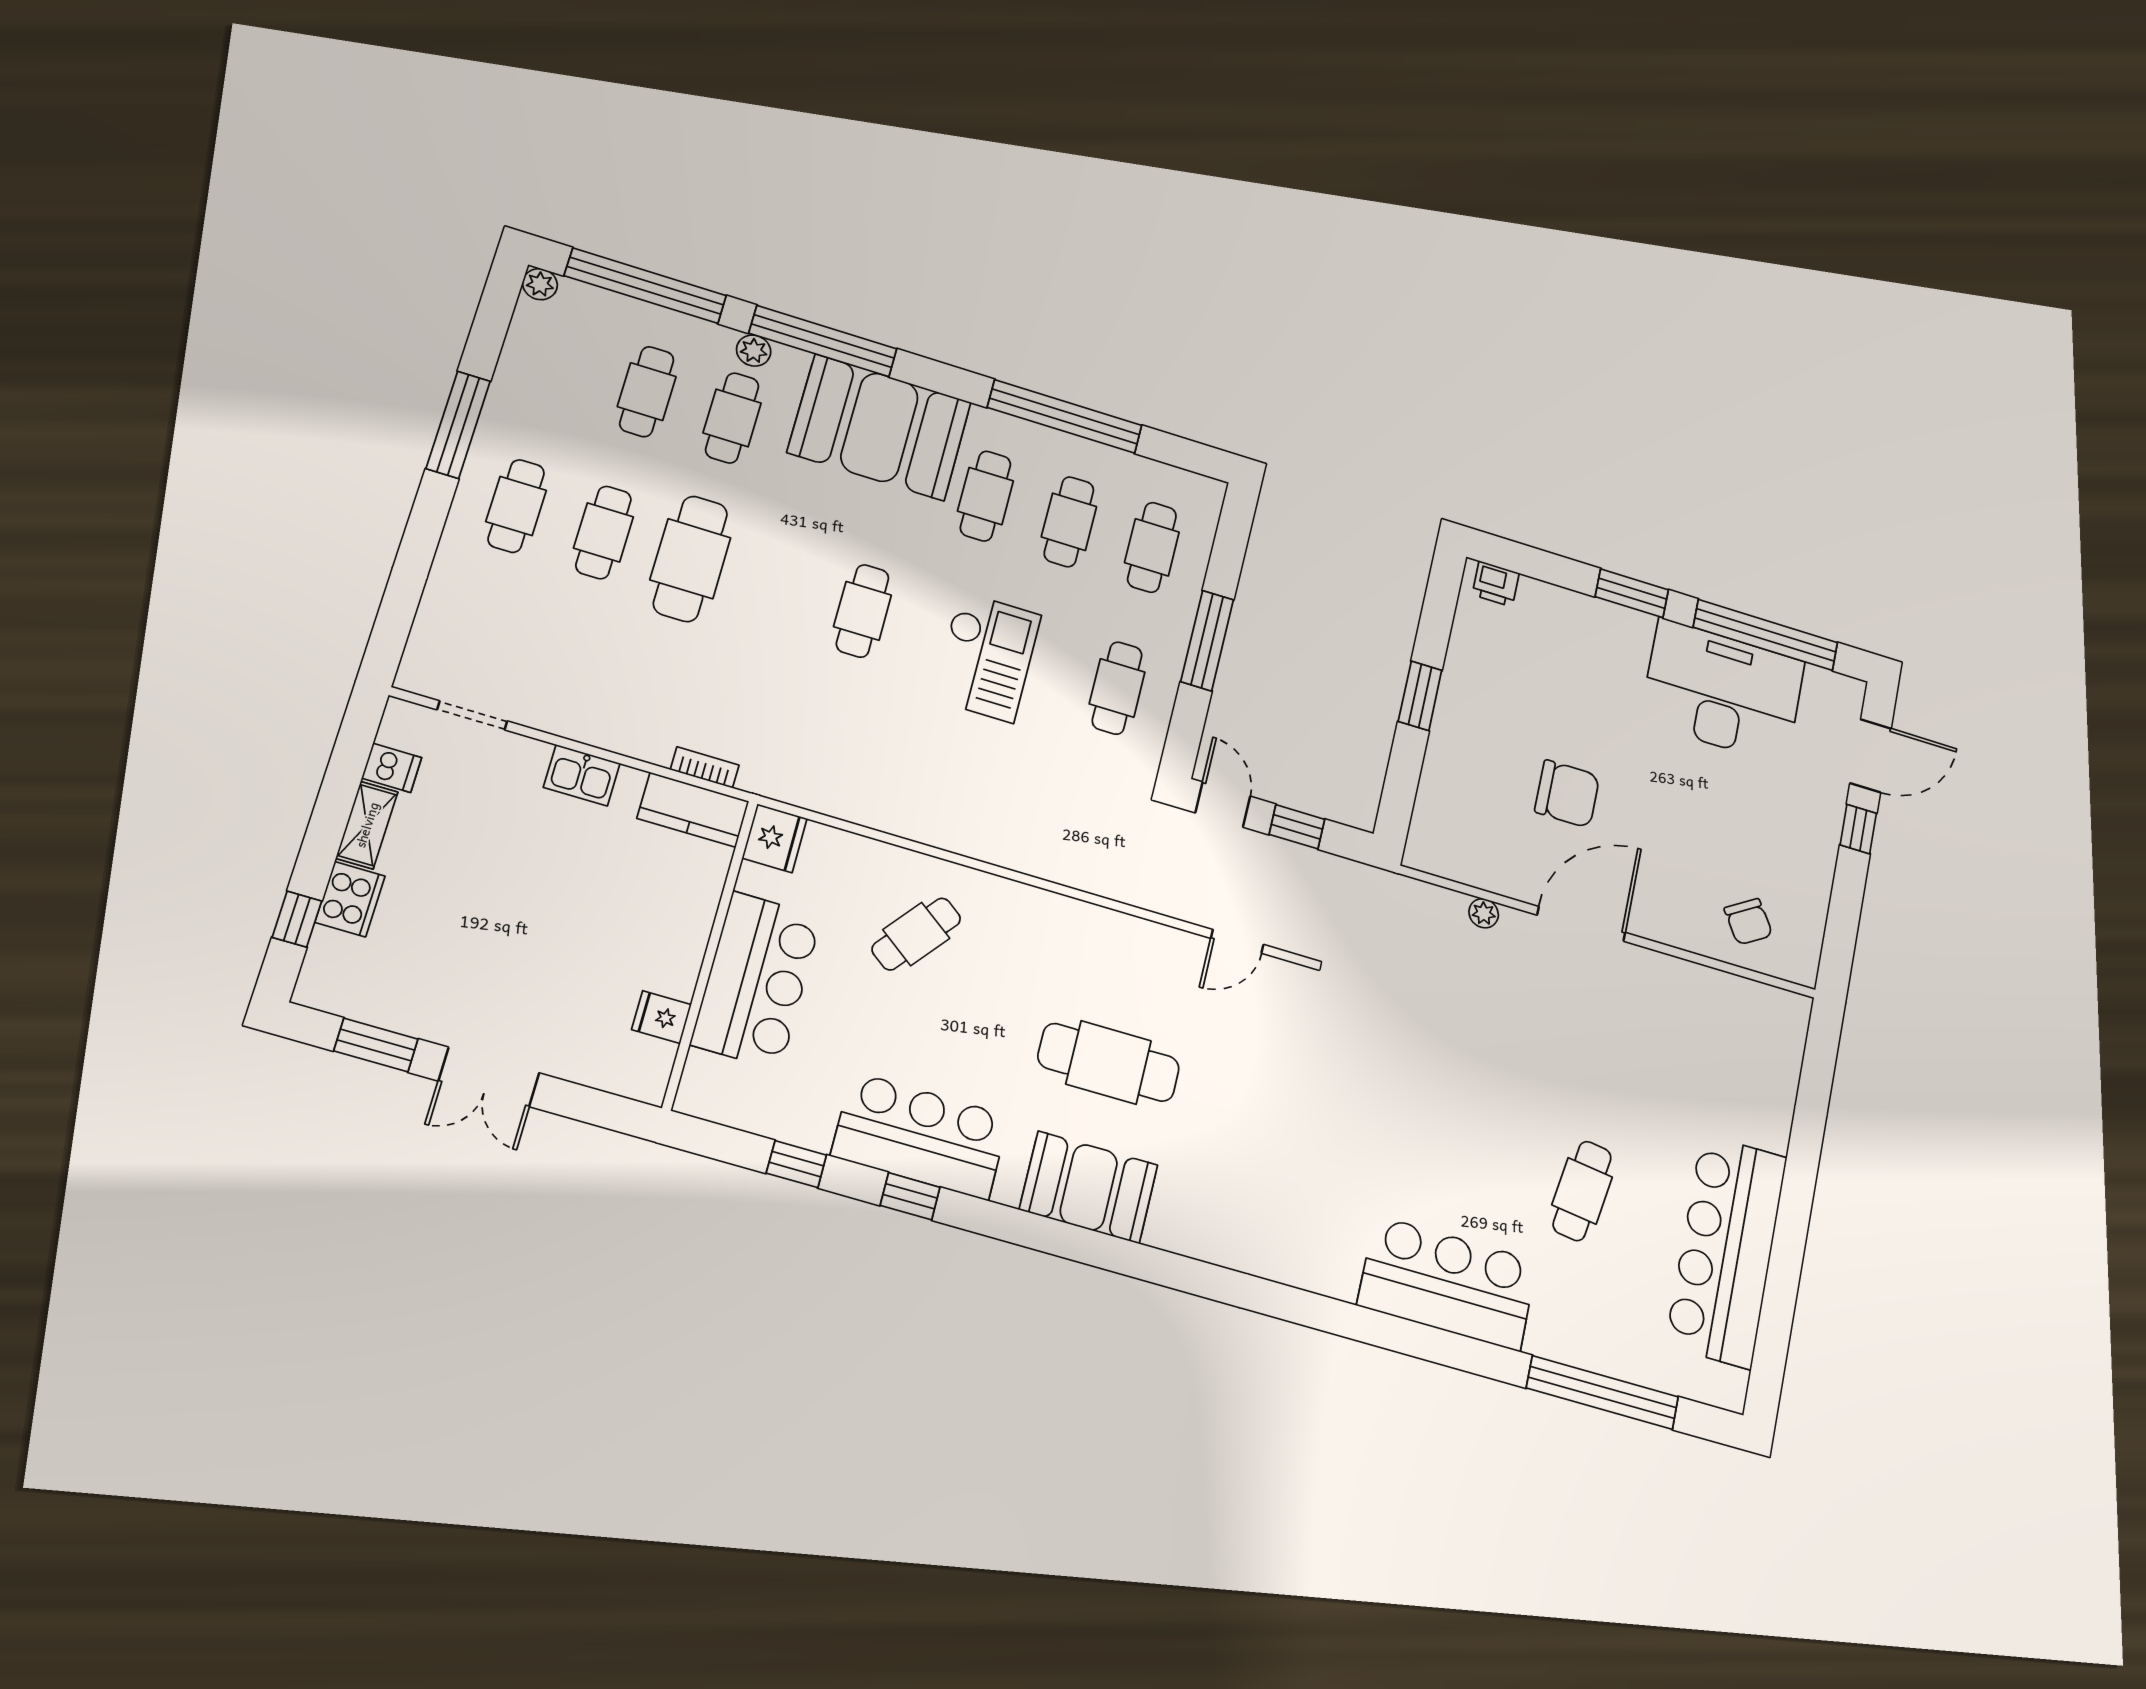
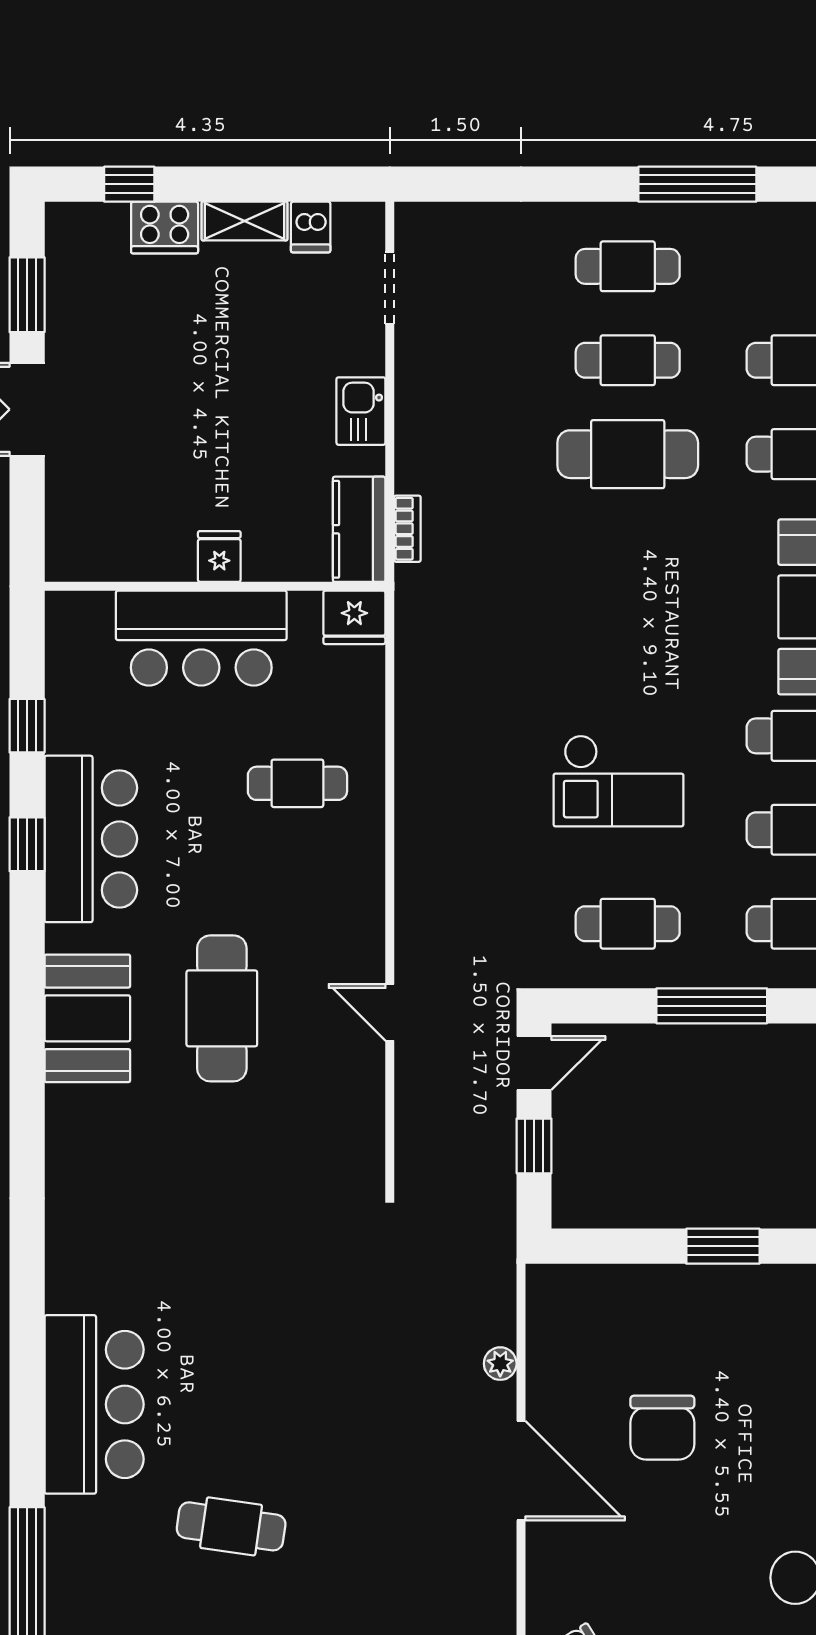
cafe table: (863, 611) -> (628, 642), removed
cafe table: (916, 934) -> (297, 783), turned -38
door: (1237, 941) -> (390, 1012), moved
fridge: (661, 1017) -> (219, 556), moved

